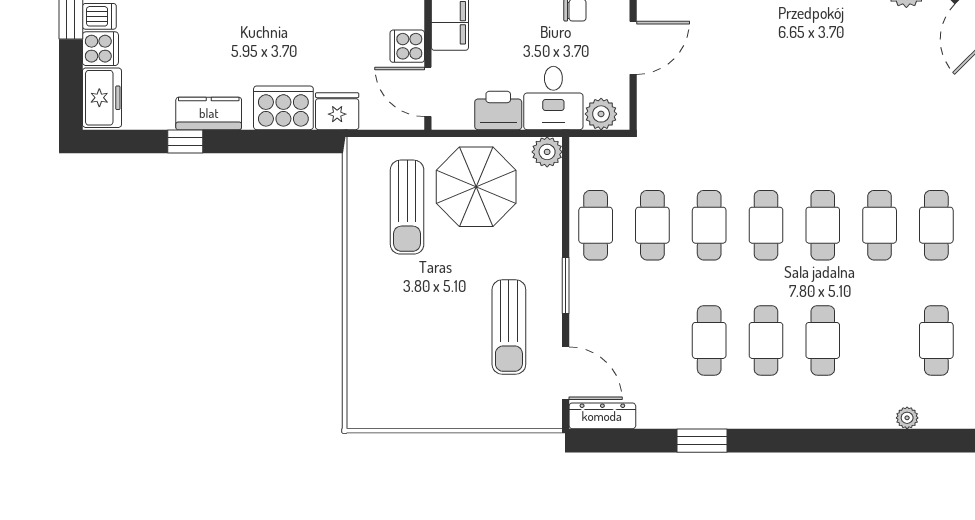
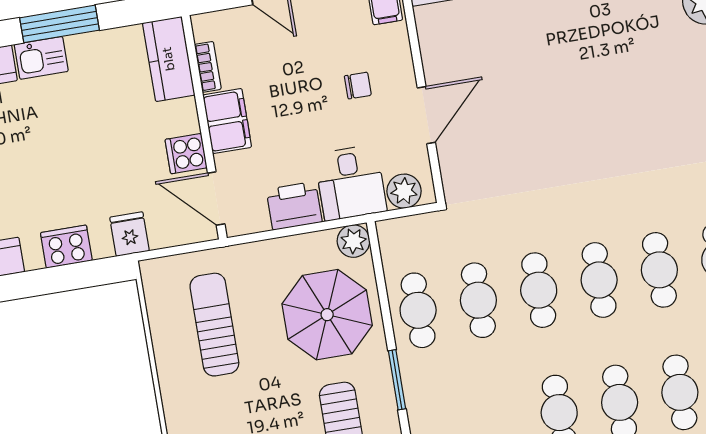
cooker: (283, 108) -> (66, 247), width x0.73, depth x0.76
fridge: (337, 111) -> (129, 234), width x0.72
parasol: (476, 187) -> (327, 315), moved
sun lounger: (407, 207) -> (214, 325), turned 180

